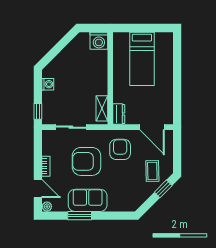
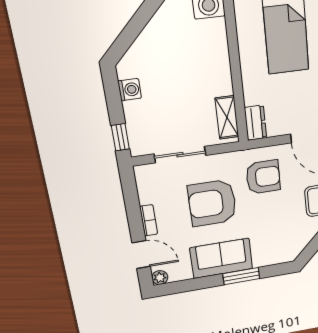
armchair: (120, 149) -> (263, 177), turned 90
window: (80, 216) -> (241, 276), moved

